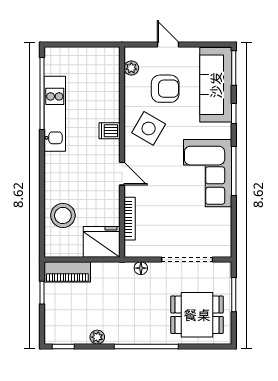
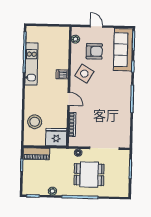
corner sofa: (208, 173) -> (117, 100), removed
dining table: (197, 315) -> (89, 175), moved

